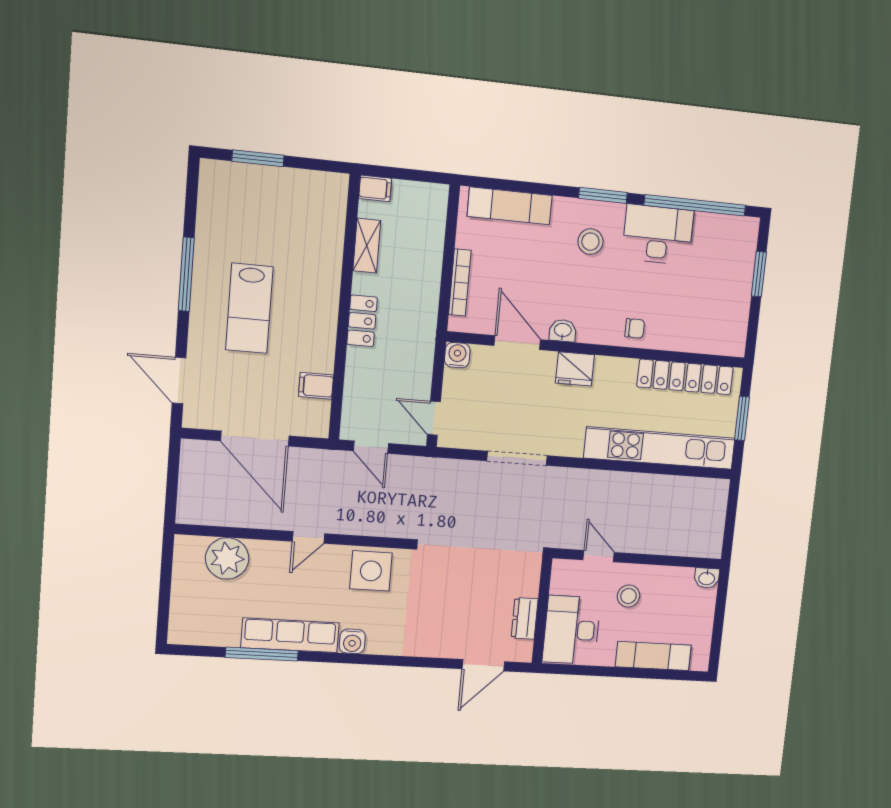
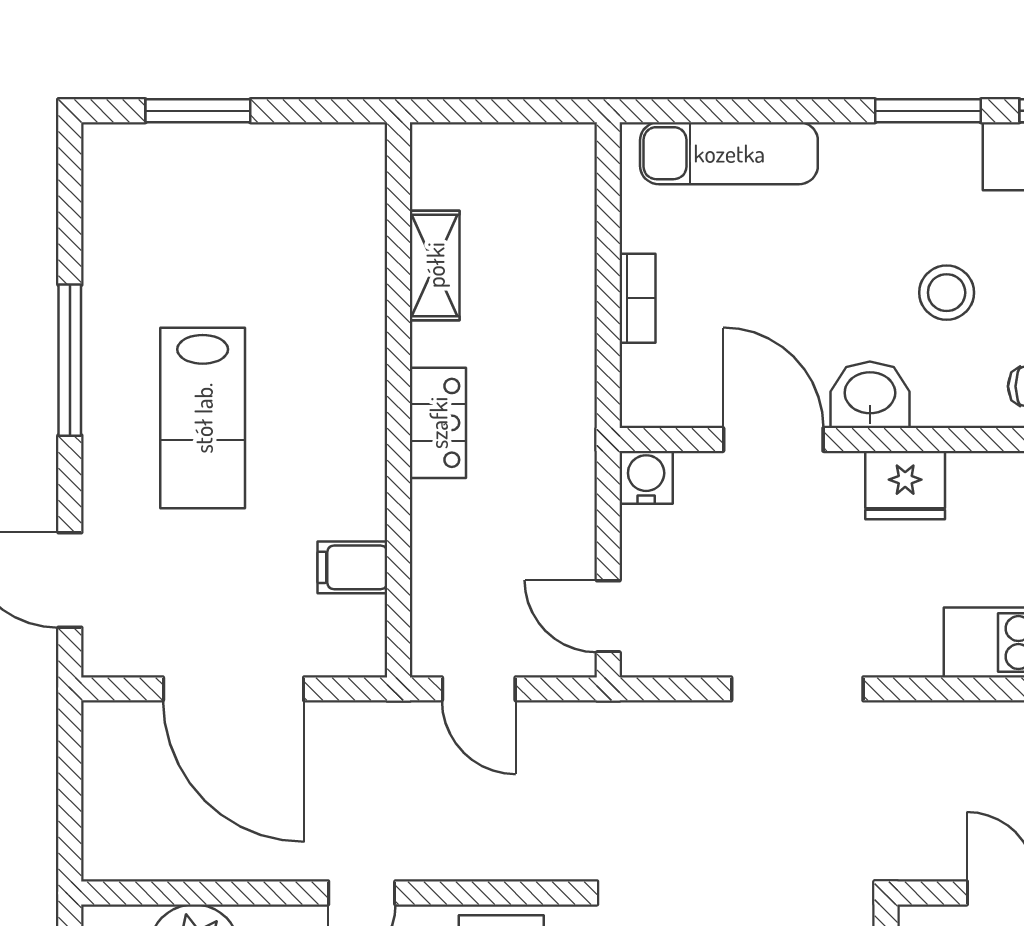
filing cabinet: (375, 188) -> (442, 146), removed
stool: (590, 242) -> (947, 293), moved
bookcase: (460, 282) -> (637, 298), width x0.64
washbasin: (563, 331) -> (870, 395), width x1.38, depth x1.45

